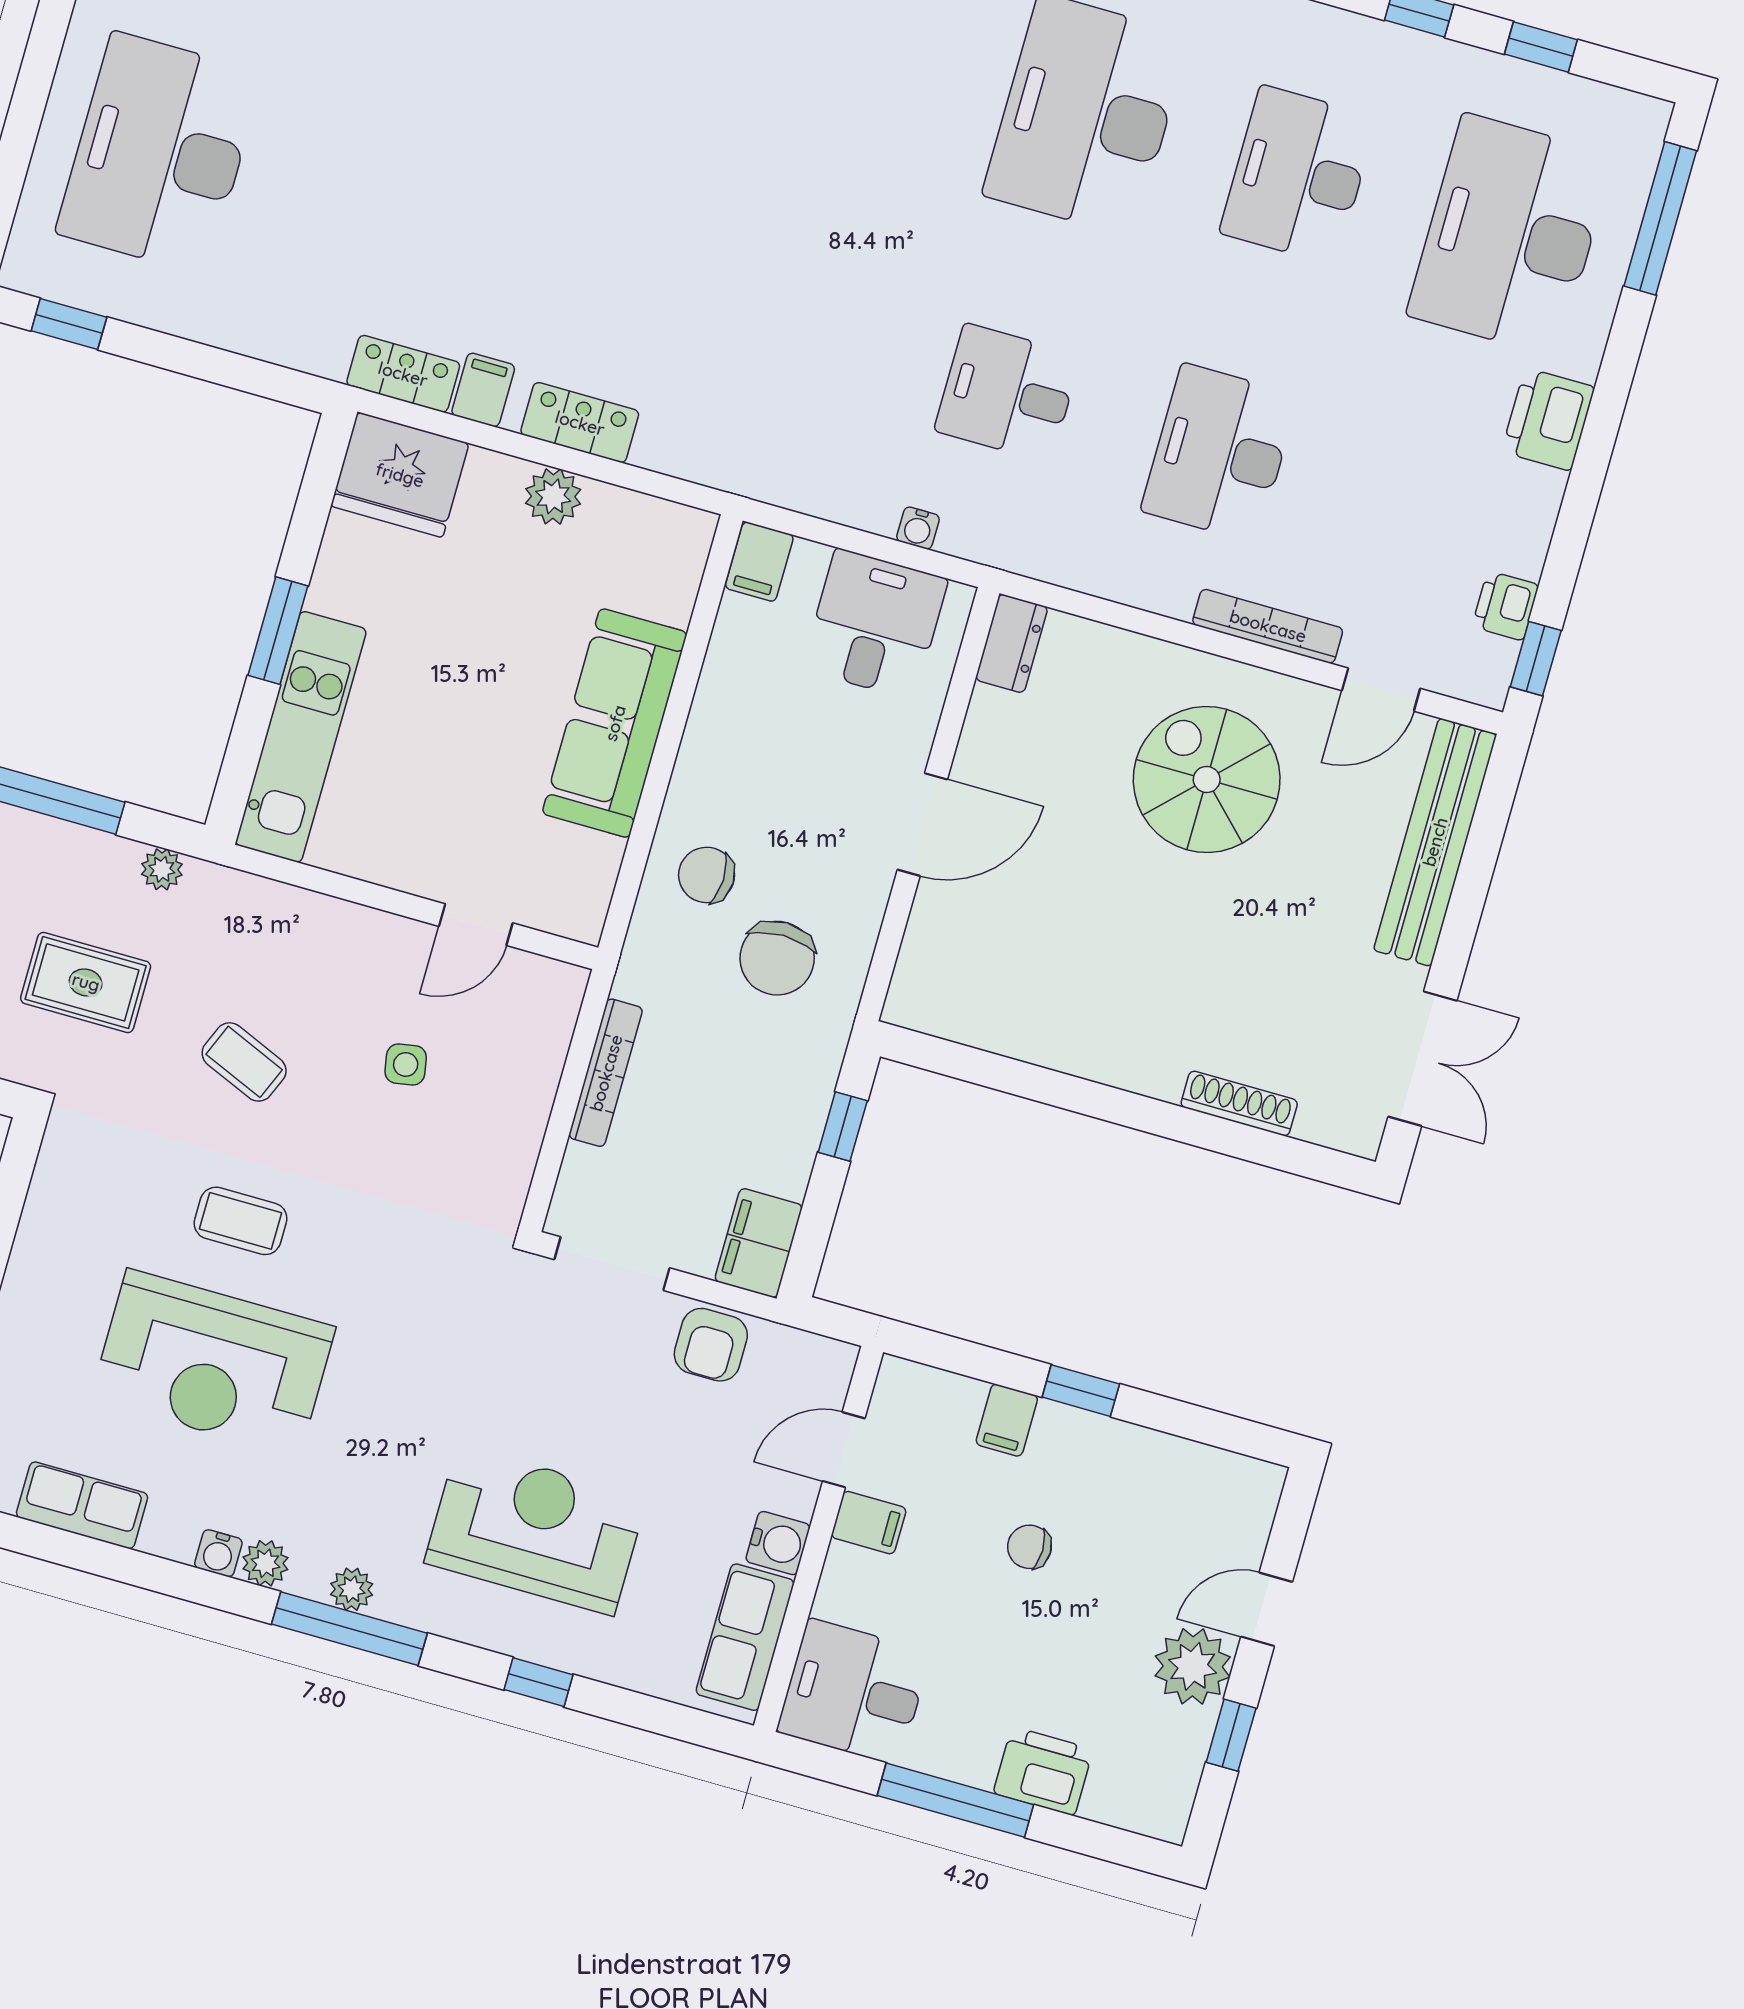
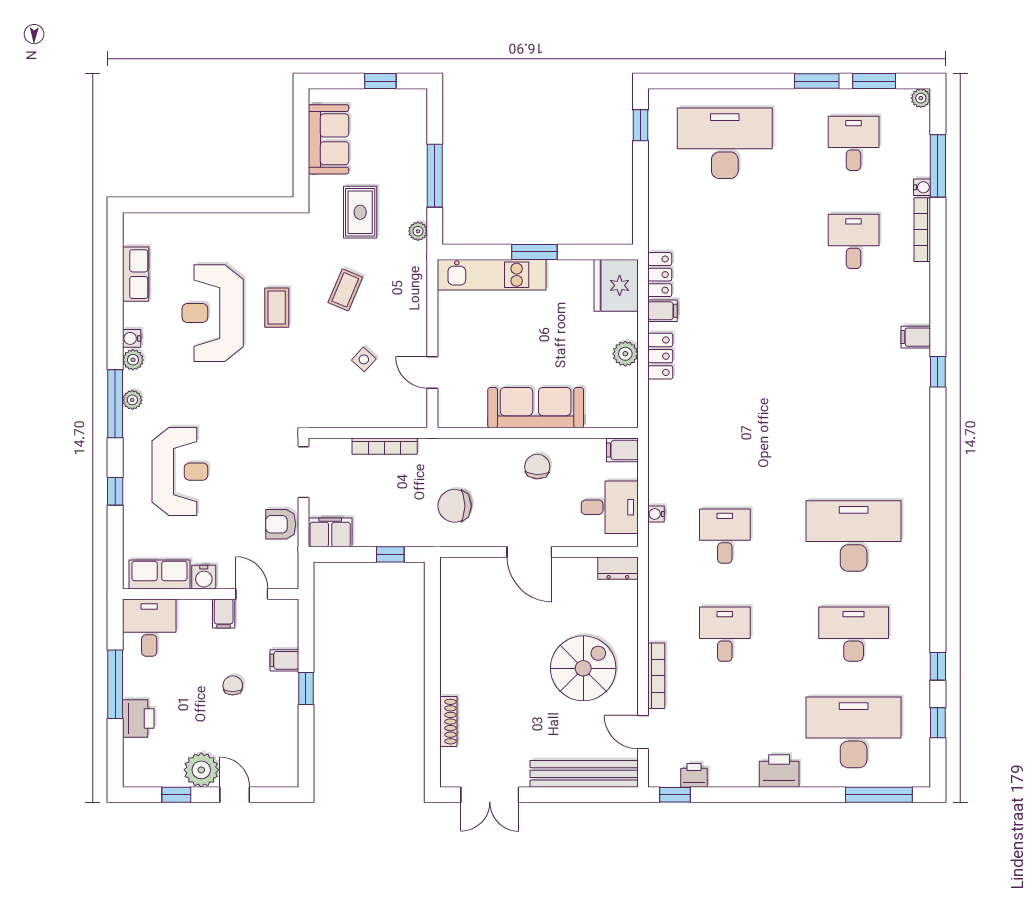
desk: (1220, 453) -> (725, 634), width x0.73
chair: (707, 875) -> (537, 467), moved
side table: (406, 1064) -> (364, 359), turned -38

